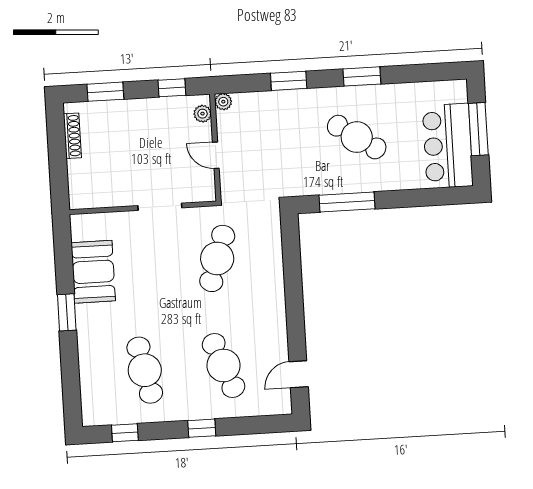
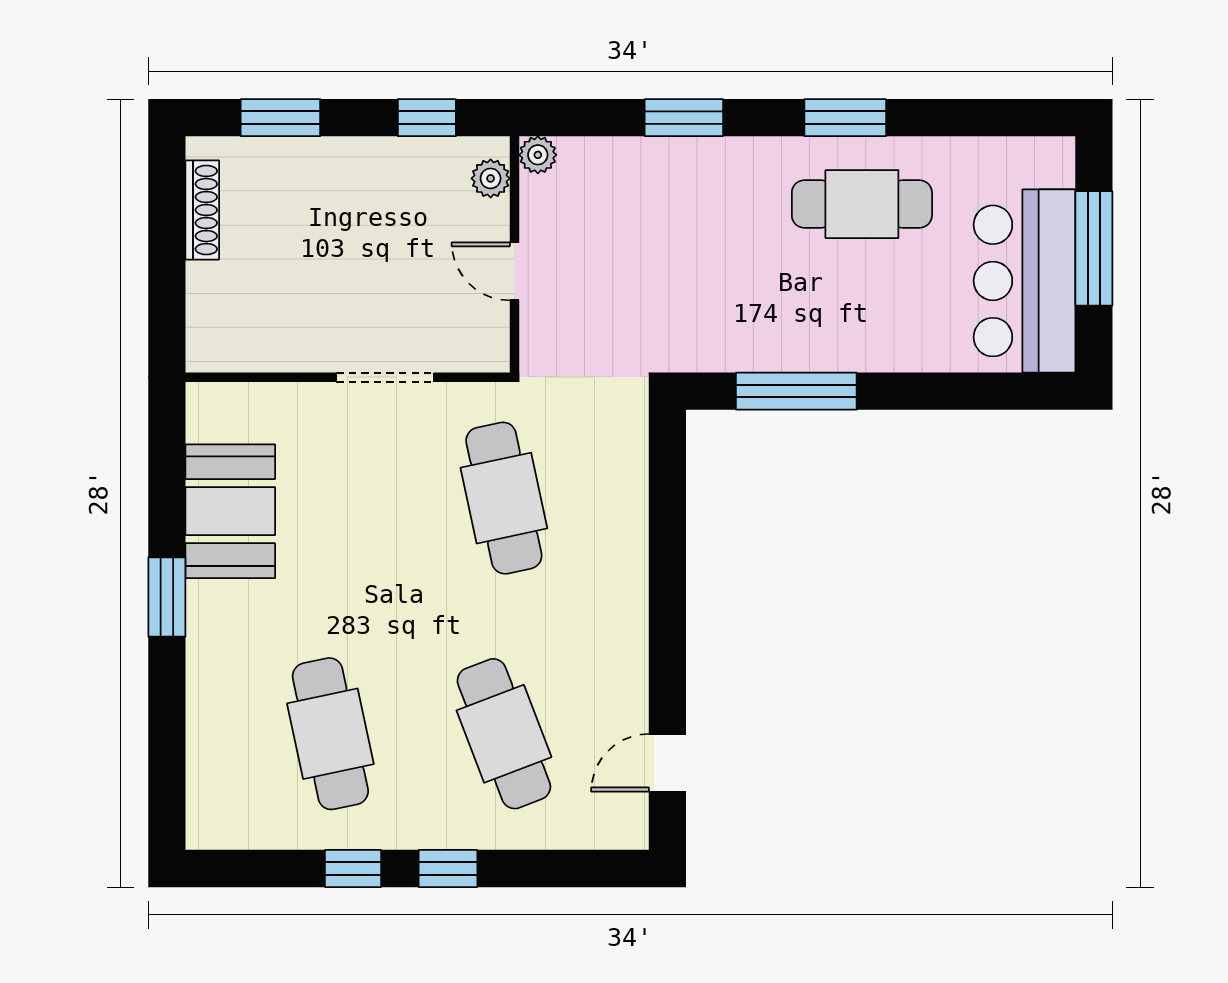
cafe table: (357, 137) -> (862, 204), moved, turned -34
cafe table: (217, 258) -> (504, 498), turned -30
window: (125, 433) -> (353, 869), moved

